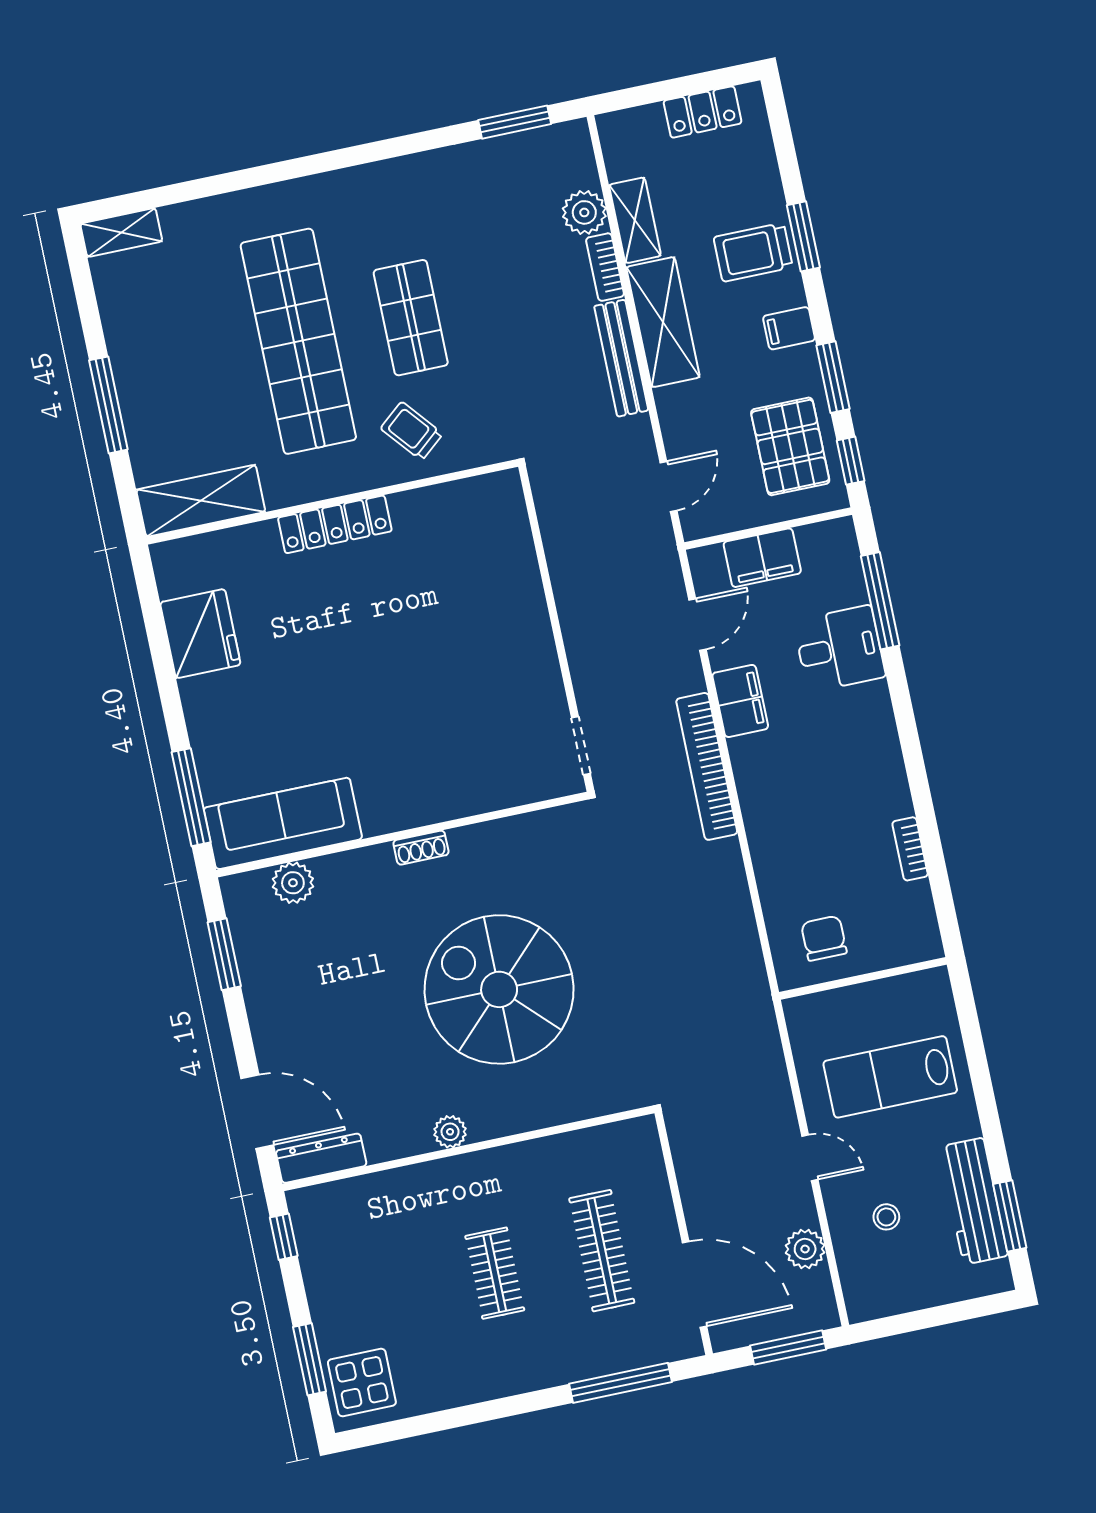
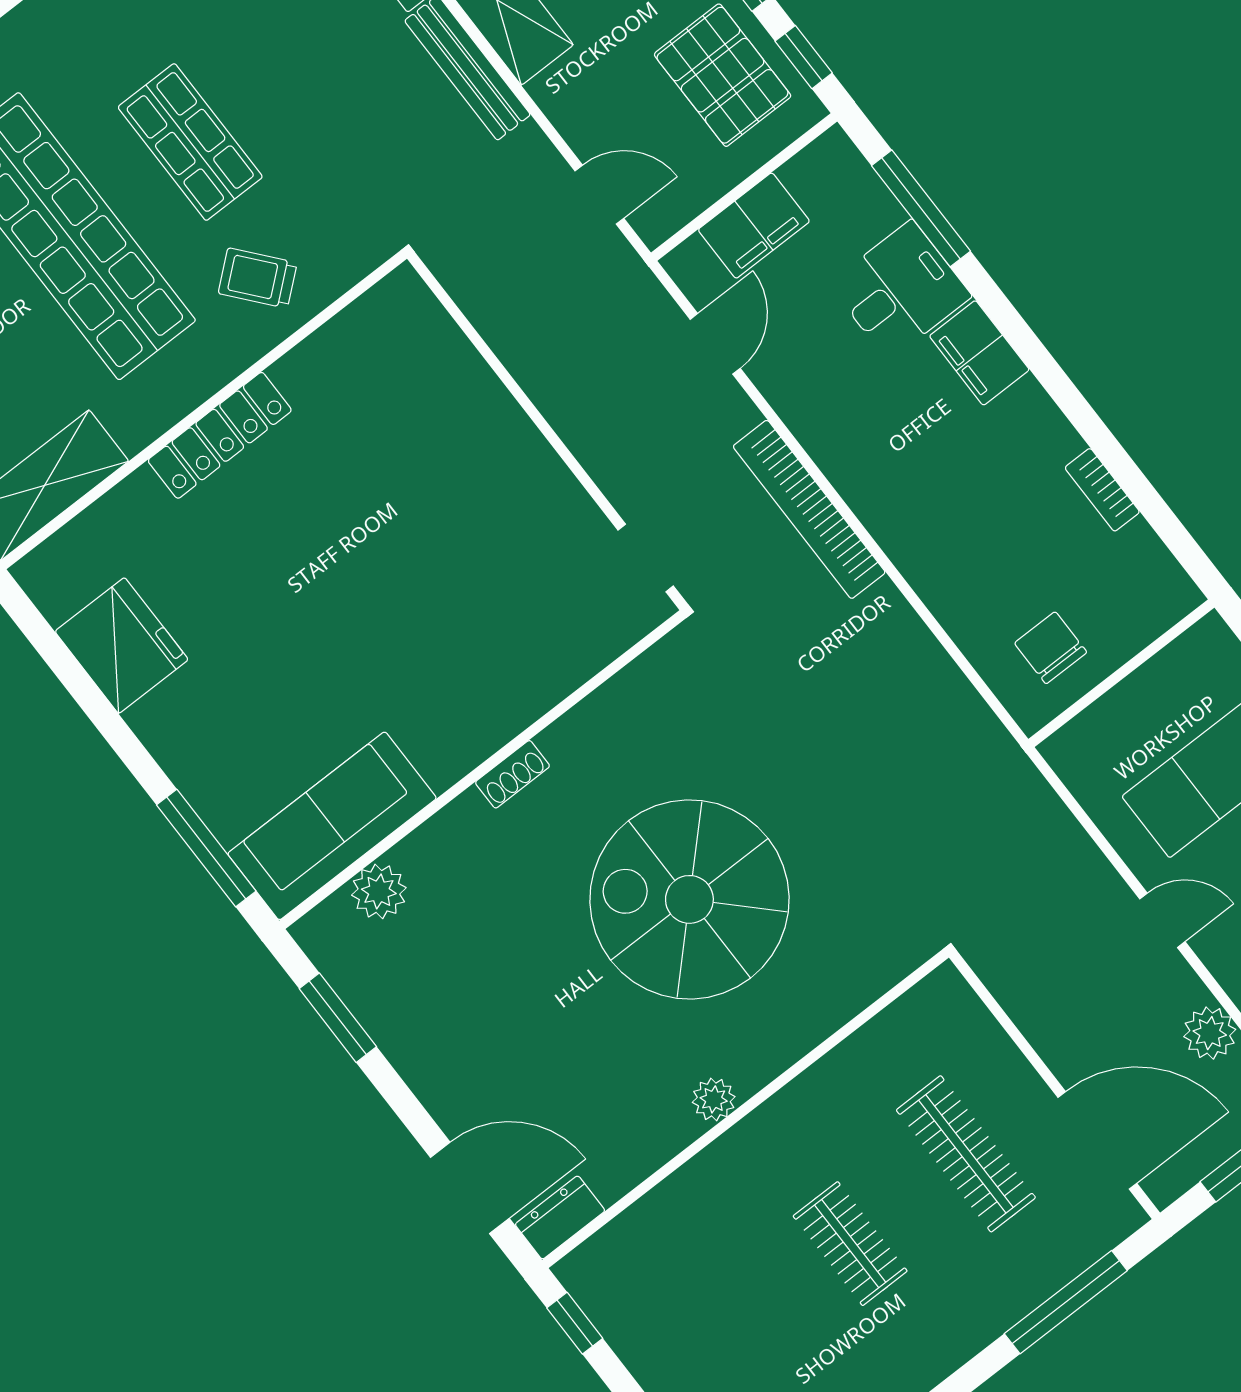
door: (668, 486) -> (599, 195), hinge flipped
filing cabinet: (740, 701) -> (979, 353), moved, turned 180
dresser: (321, 1158) -> (560, 1217), width x0.70

